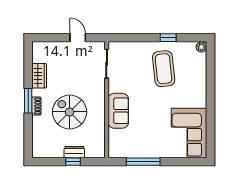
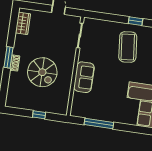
wardrobe: (39, 76) -> (23, 23), moved
spiral stairs: (70, 112) -> (42, 72), turned 180
dresser: (74, 152) -> (41, 107), removed

